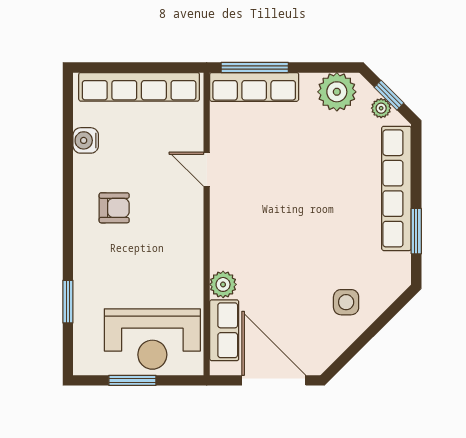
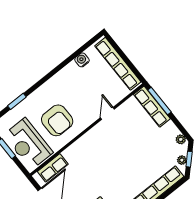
plant: (337, 92) -> (181, 139), width x0.53, depth x0.53
armchair: (114, 208) -> (57, 120), moved, width x1.88, depth x1.88
plant: (223, 284) -> (69, 154), removed

